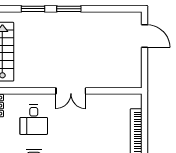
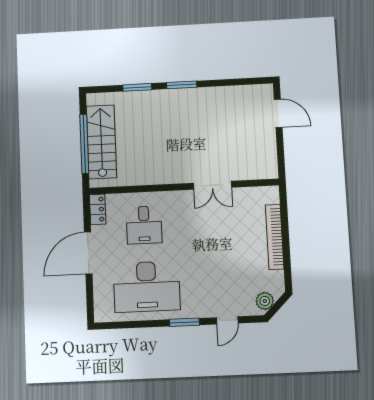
double door: (71, 91) -> (212, 185), moved

